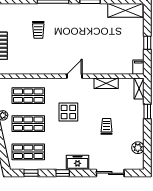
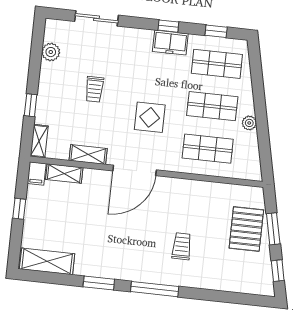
shelving: (120, 69) -> (64, 173), added
door: (75, 76) -> (135, 170), width x1.88
freezer: (78, 162) -> (170, 43), moved

